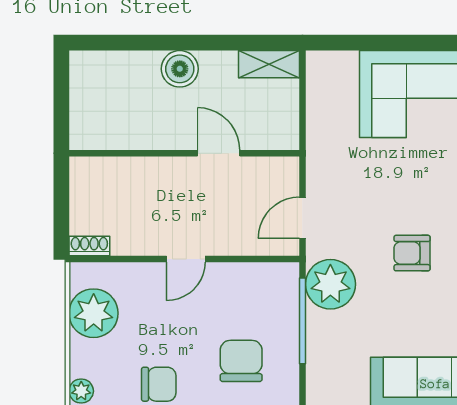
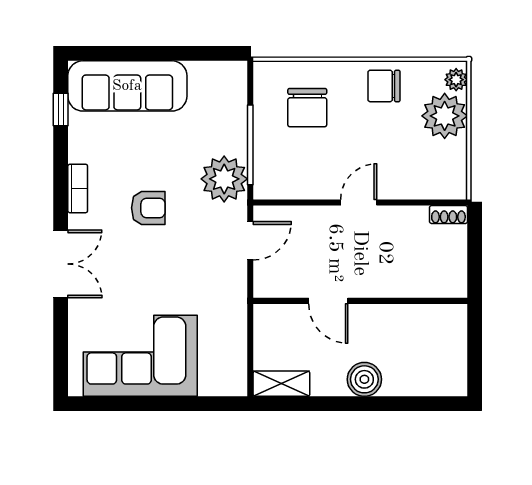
plant: (94, 313) -> (445, 116), moved

